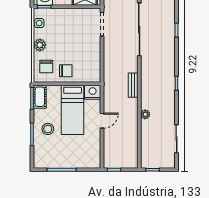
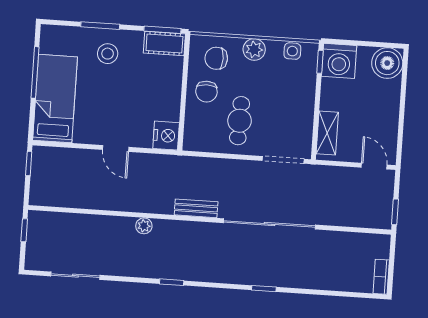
cafe table: (81, 51) -> (240, 121), added
bench: (133, 85) -> (196, 208), moved
bed: (73, 110) -> (55, 99), moved, turned 90
plant: (145, 114) -> (144, 226), moved

